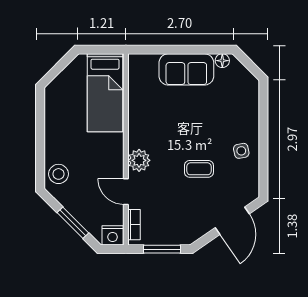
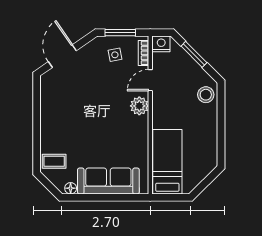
sofa: (186, 69) -> (108, 181), width x1.36
side table: (241, 151) -> (115, 55), moved
coffee table: (199, 169) -> (54, 161), moved
door: (126, 192) -> (150, 80), swing flipped

